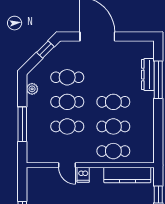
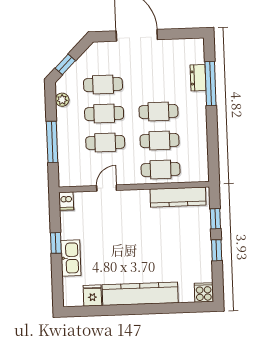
window: (45, 49) -> (65, 64), moved
dresser: (148, 75) -> (198, 78), width x0.70
door: (67, 165) -> (107, 188), swing flipped
dishwasher: (83, 175) -> (66, 201), moved

